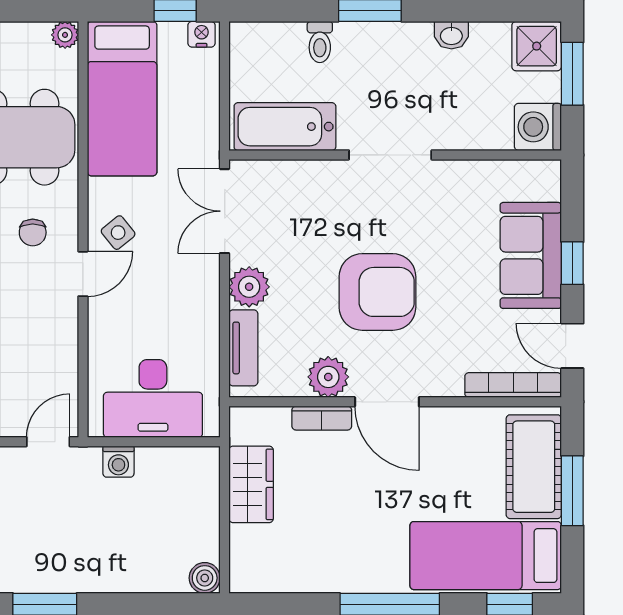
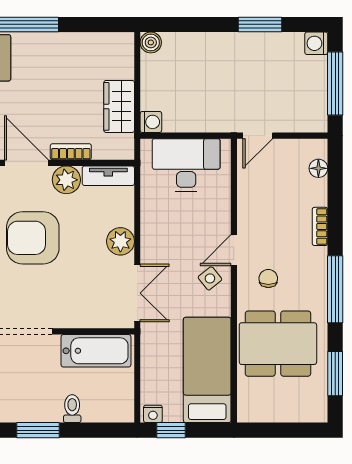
plant: (65, 35) -> (246, 413), removed
tv unit: (243, 348) -> (108, 176), moved, turned -90
washing machine: (118, 462) -> (151, 122), moved, turned 90

